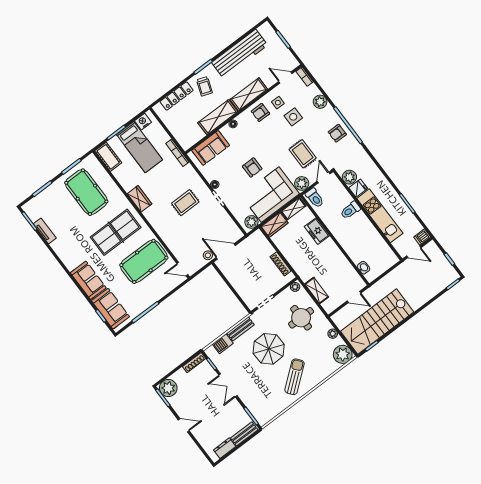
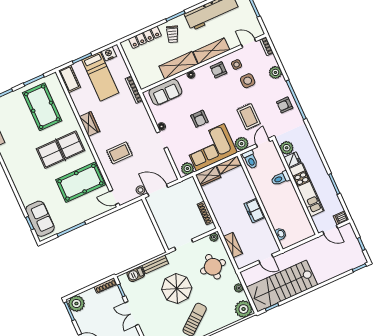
rug: (185, 203) -> (119, 153), moved
freezer: (317, 231) -> (255, 211), moved
sofa: (88, 280) -> (25, 188), removed

